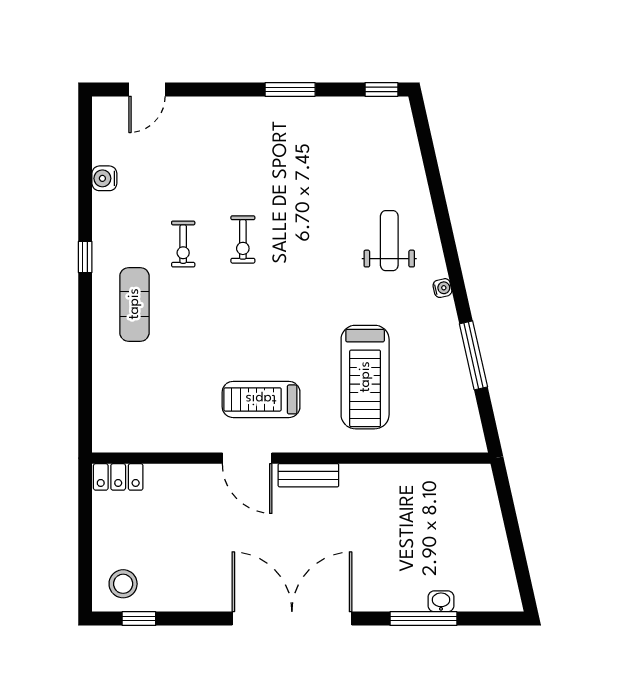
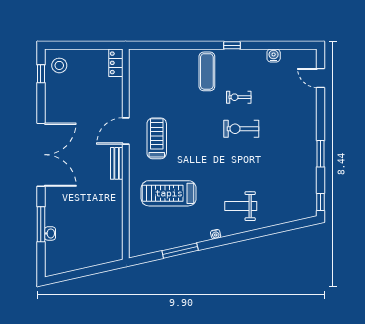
exercise bike: (243, 239) -> (241, 129), width x1.38, depth x1.39
weight bench: (389, 241) -> (241, 206), turned 180
exercise mat: (134, 304) -> (207, 71), turned 90

